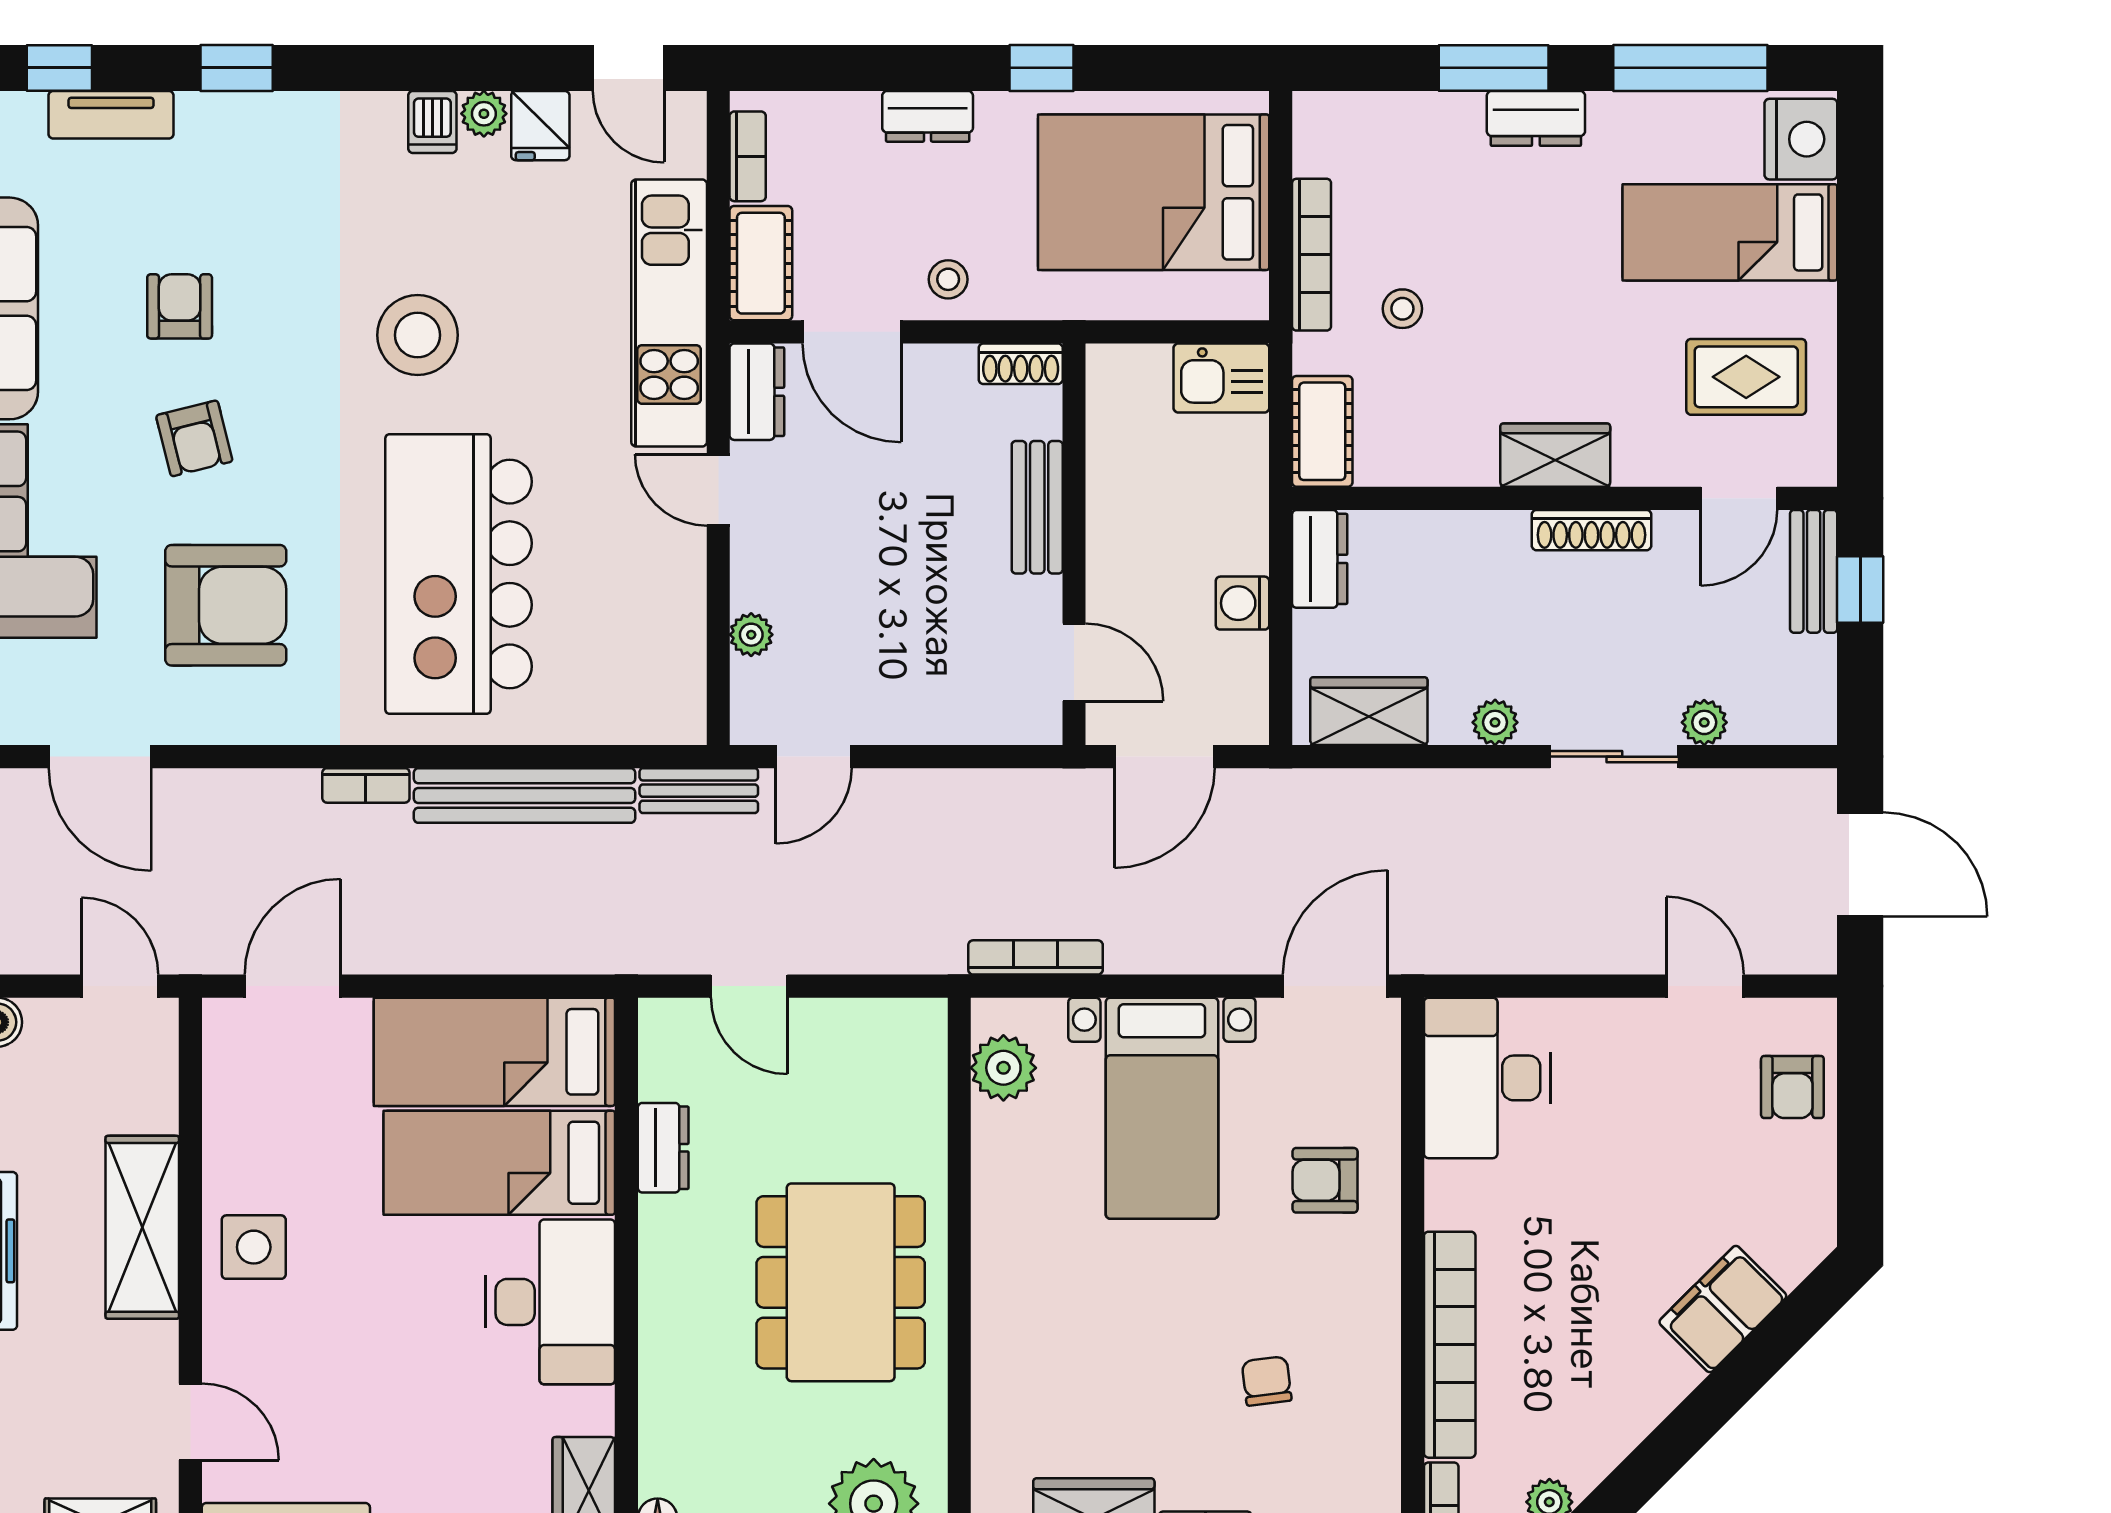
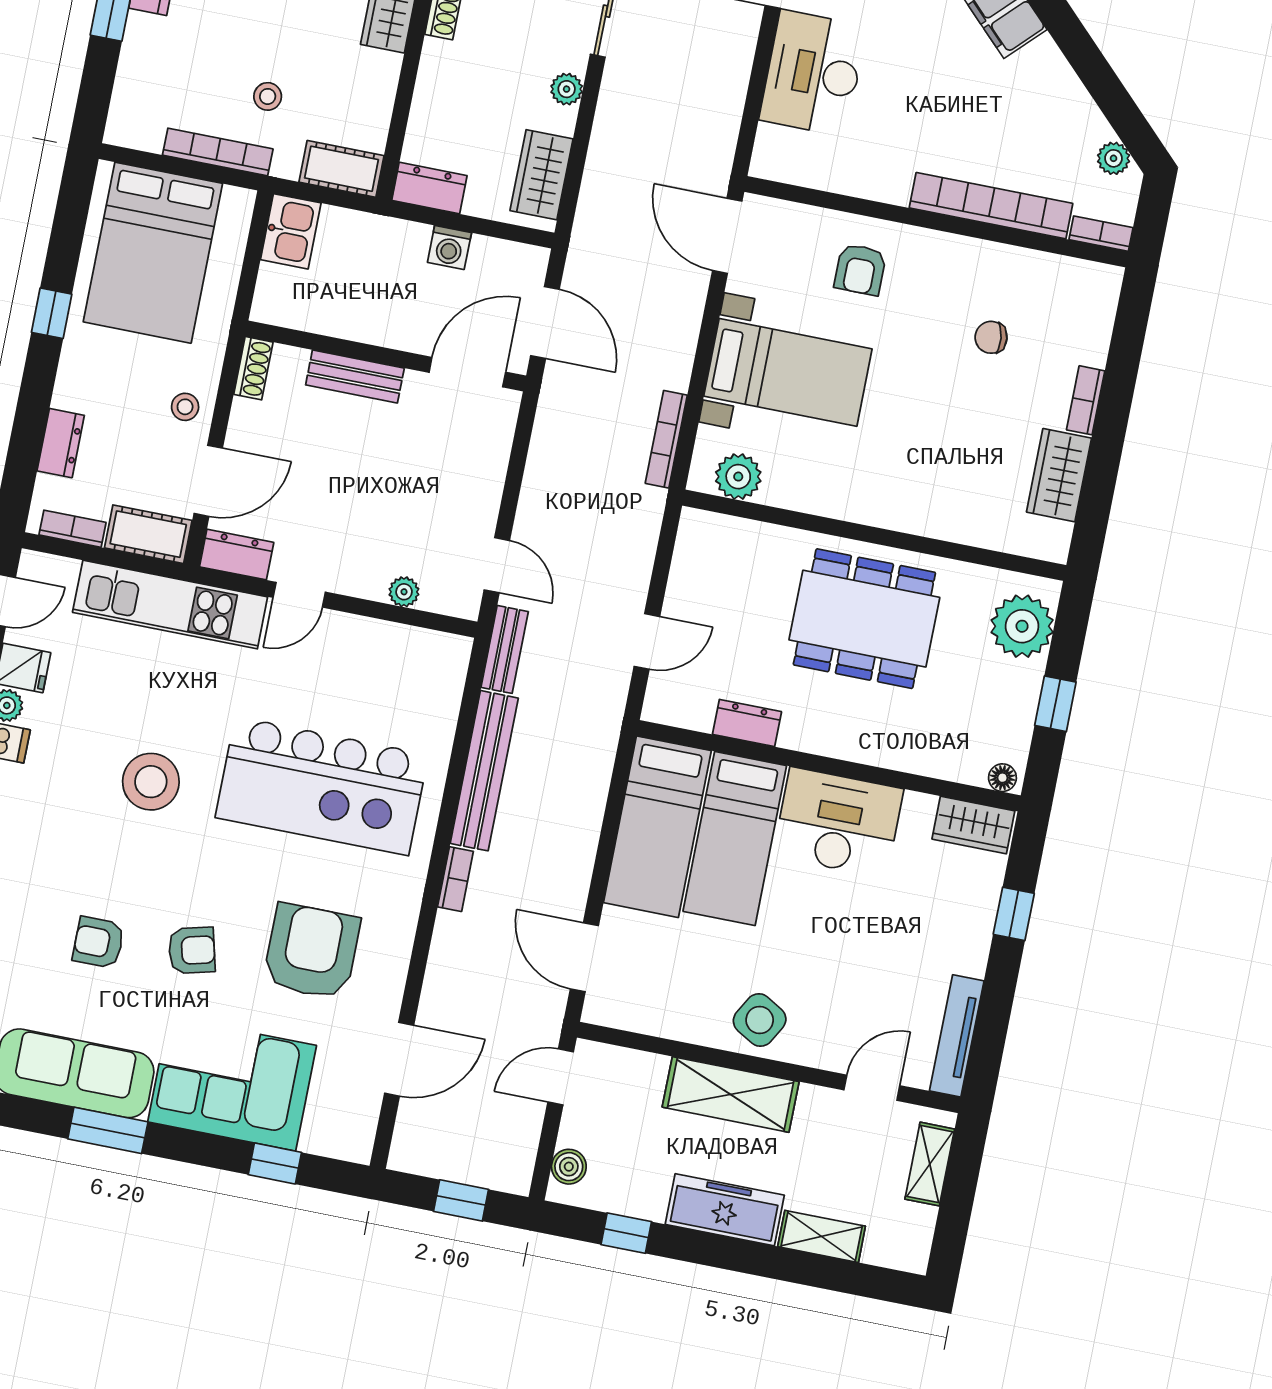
dresser: (928, 116) -> (61, 443), moved
door: (1074, 662) -> (467, 372), width x1.38
desk: (1487, 1078) -> (813, 73), moved, turned 90
side table: (254, 1247) -> (760, 1020), turned 30

